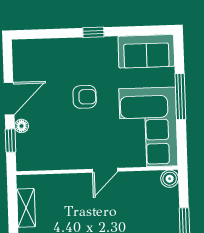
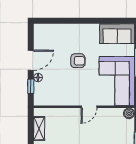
window: (93, 32) -> (85, 21), removed

